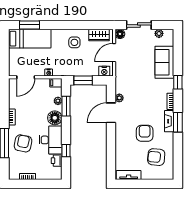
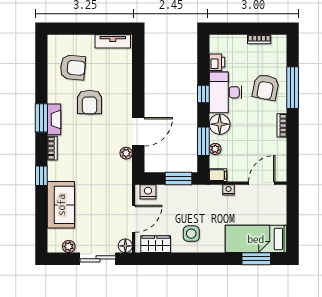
window: (66, 151) -> (203, 94), moved

